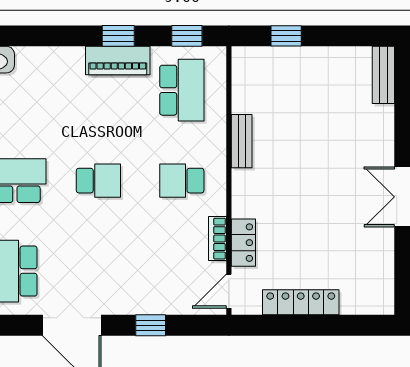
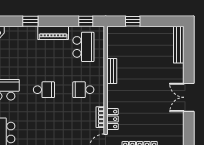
window: (118, 36) -> (30, 21), moved
bench: (383, 75) -> (179, 45), width x1.36

